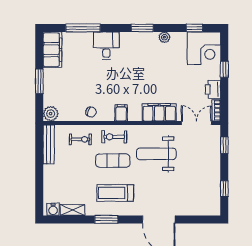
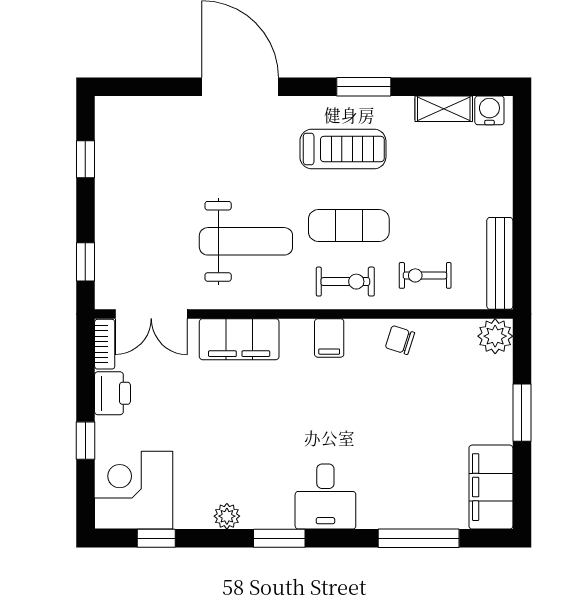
desk: (106, 46) -> (325, 497), moved

